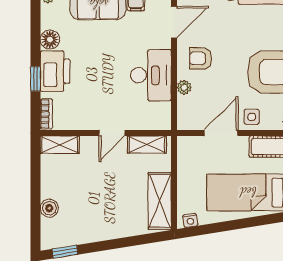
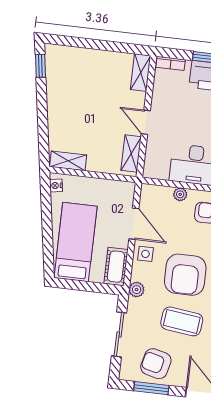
shelving: (160, 201) -> (68, 161), width x0.67, depth x0.75
boiler: (49, 208) -> (83, 56), removed

